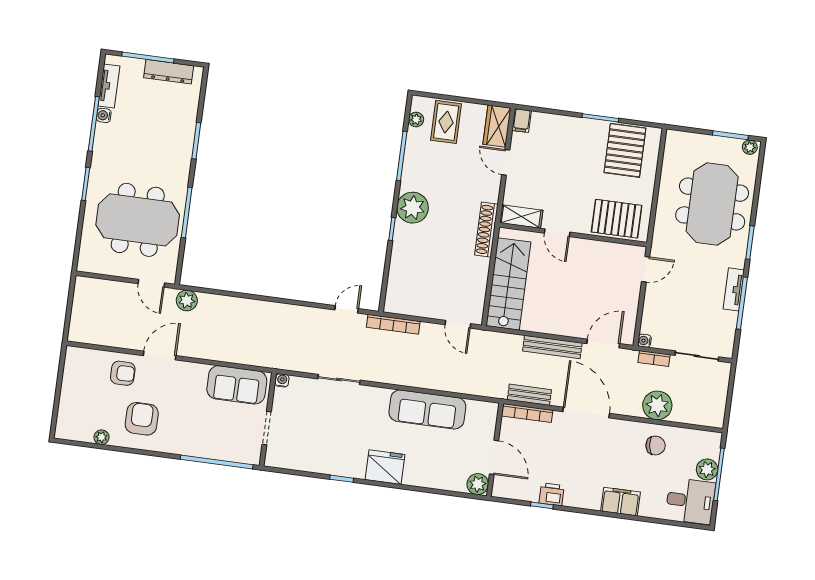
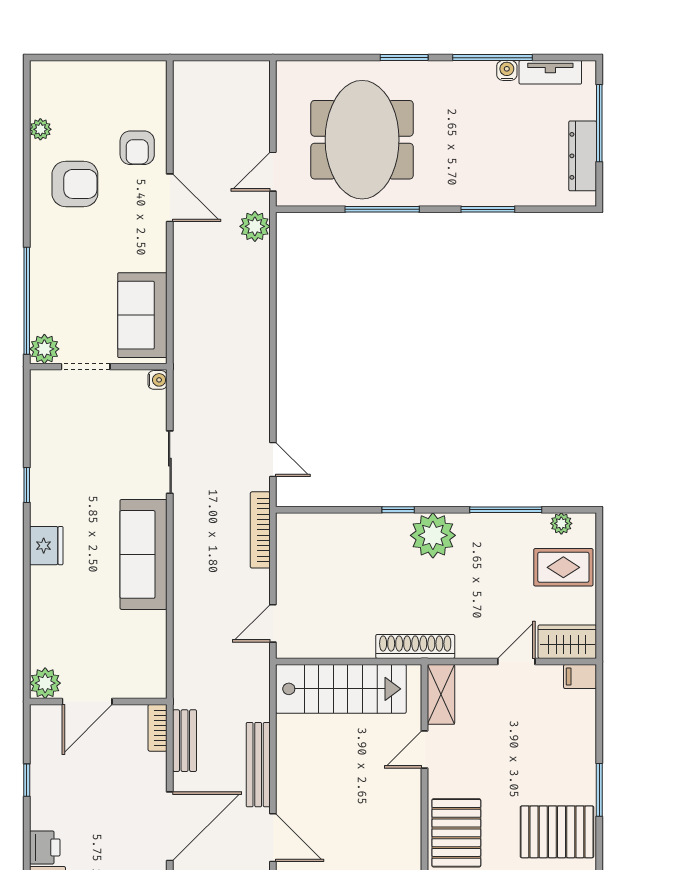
sofa: (427, 409) -> (144, 554), moved
bookcase: (527, 413) -> (158, 728), width x0.64
plant: (251, 454) -> (44, 349), added
fridge: (385, 467) -> (46, 546), width x0.73, depth x0.75
printer: (552, 494) -> (45, 847), moved

